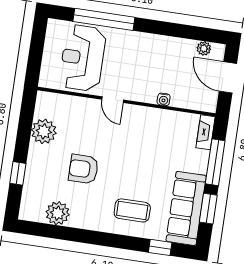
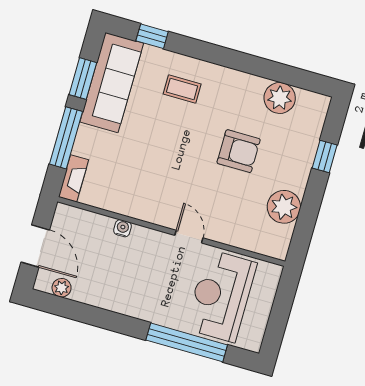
reception desk: (83, 58) -> (221, 296), turned 180
coffee table: (132, 210) -> (182, 89), width x0.73, depth x0.77

